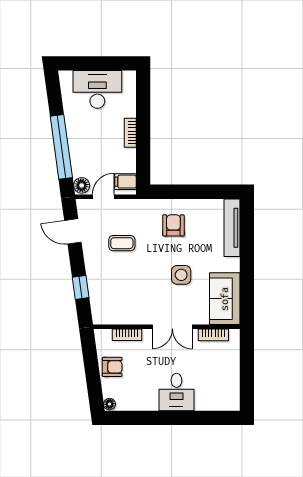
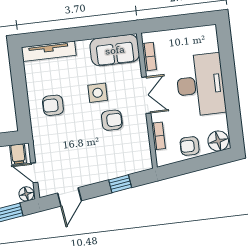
coffee table: (122, 243) -> (75, 151), removed
armchair: (150, 287) -> (112, 120), added
armchair: (112, 367) -> (190, 146), turned -90
desk: (176, 392) -> (200, 85), width x1.87, depth x1.30
floor lamp: (110, 404) -> (218, 141), width x1.89, depth x1.89

